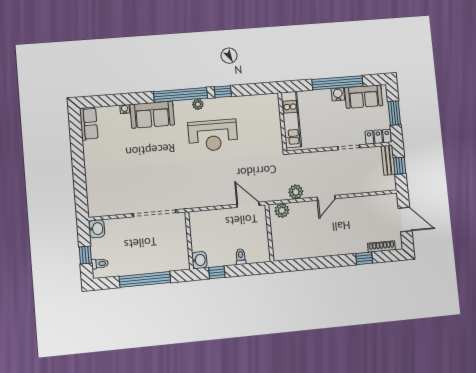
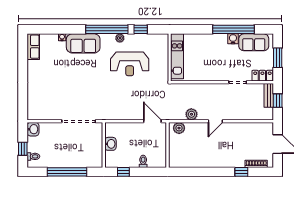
kitchen unit: (291, 120) -> (177, 56), moved
wall: (282, 122) -> (170, 57), moved
washbasin: (199, 260) -> (110, 144), moved

